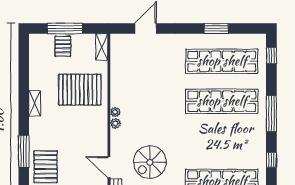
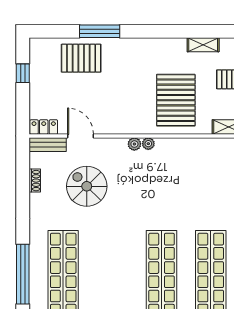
shelving: (35, 103) -> (203, 45), moved
door: (109, 167) -> (80, 136), hinge flipped

